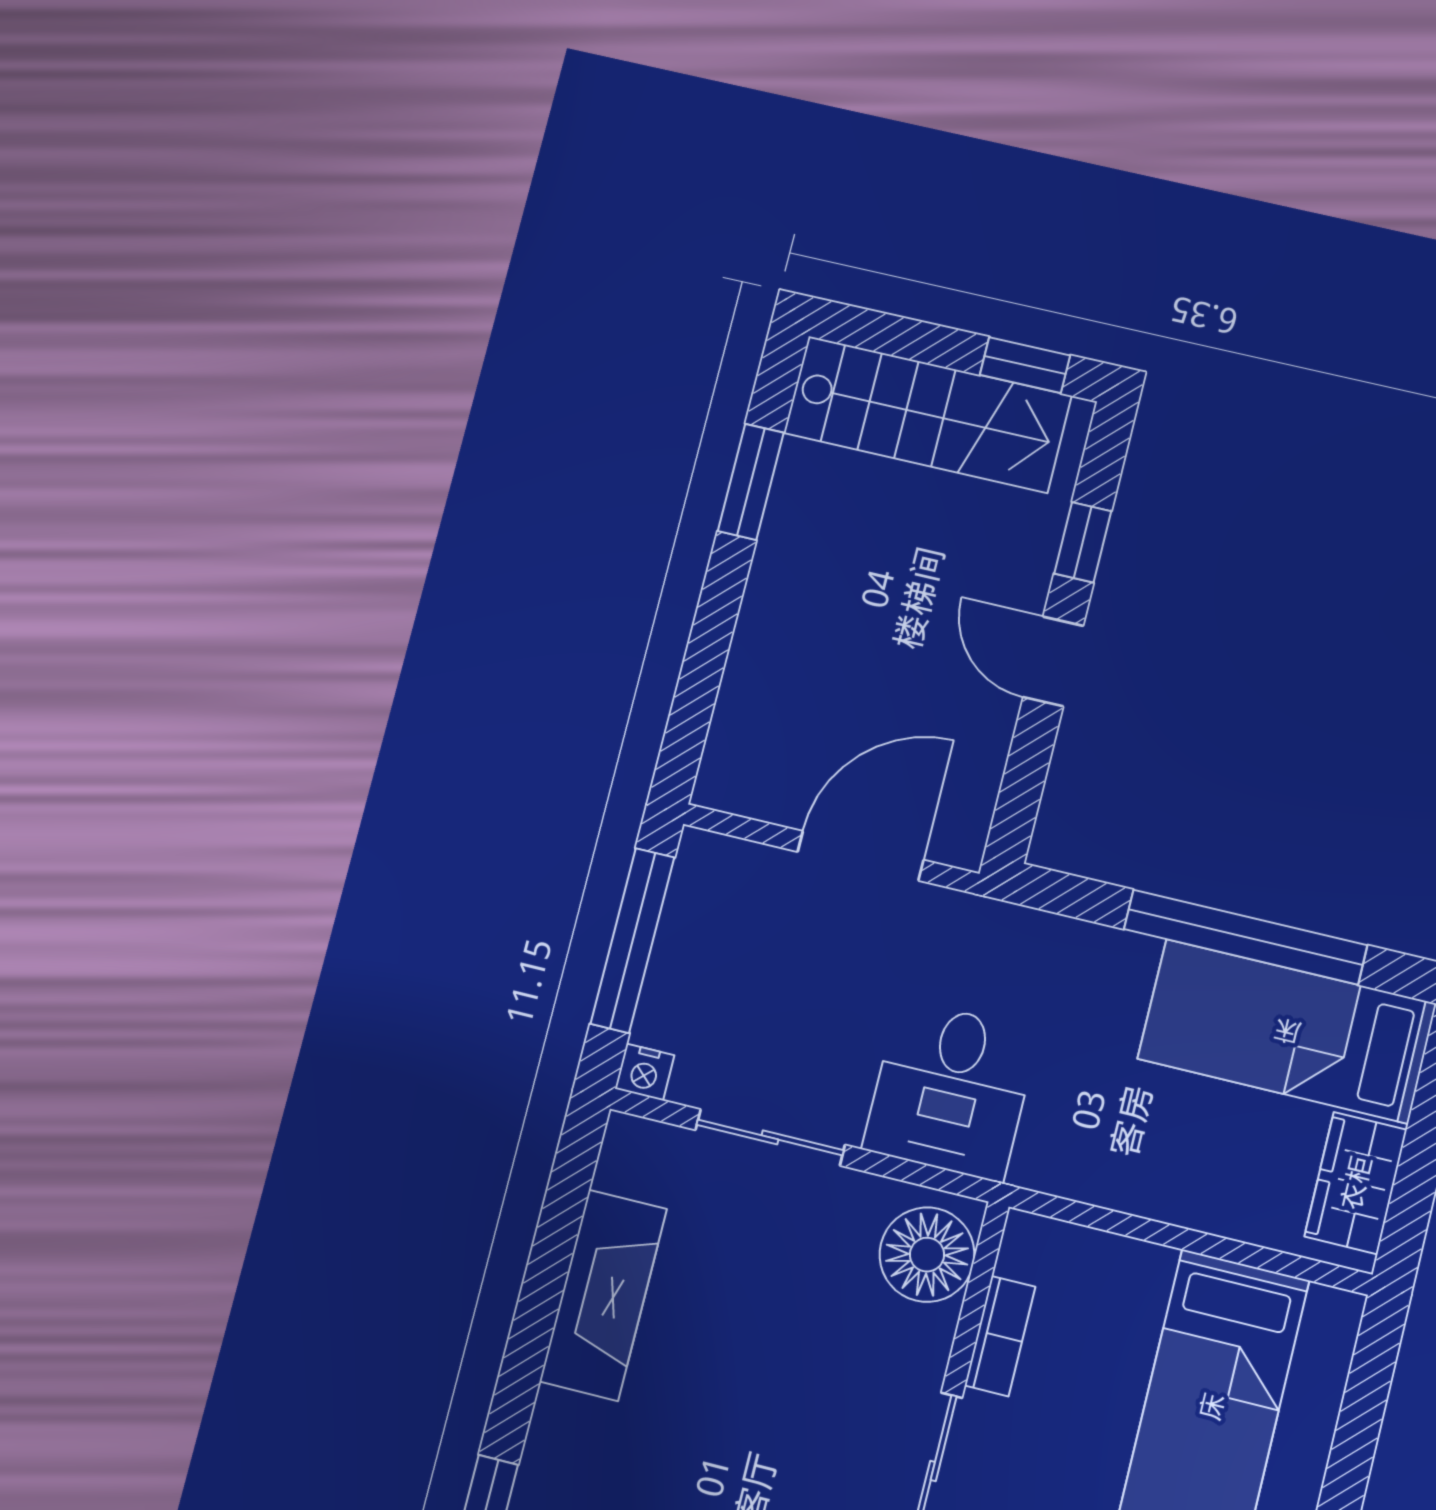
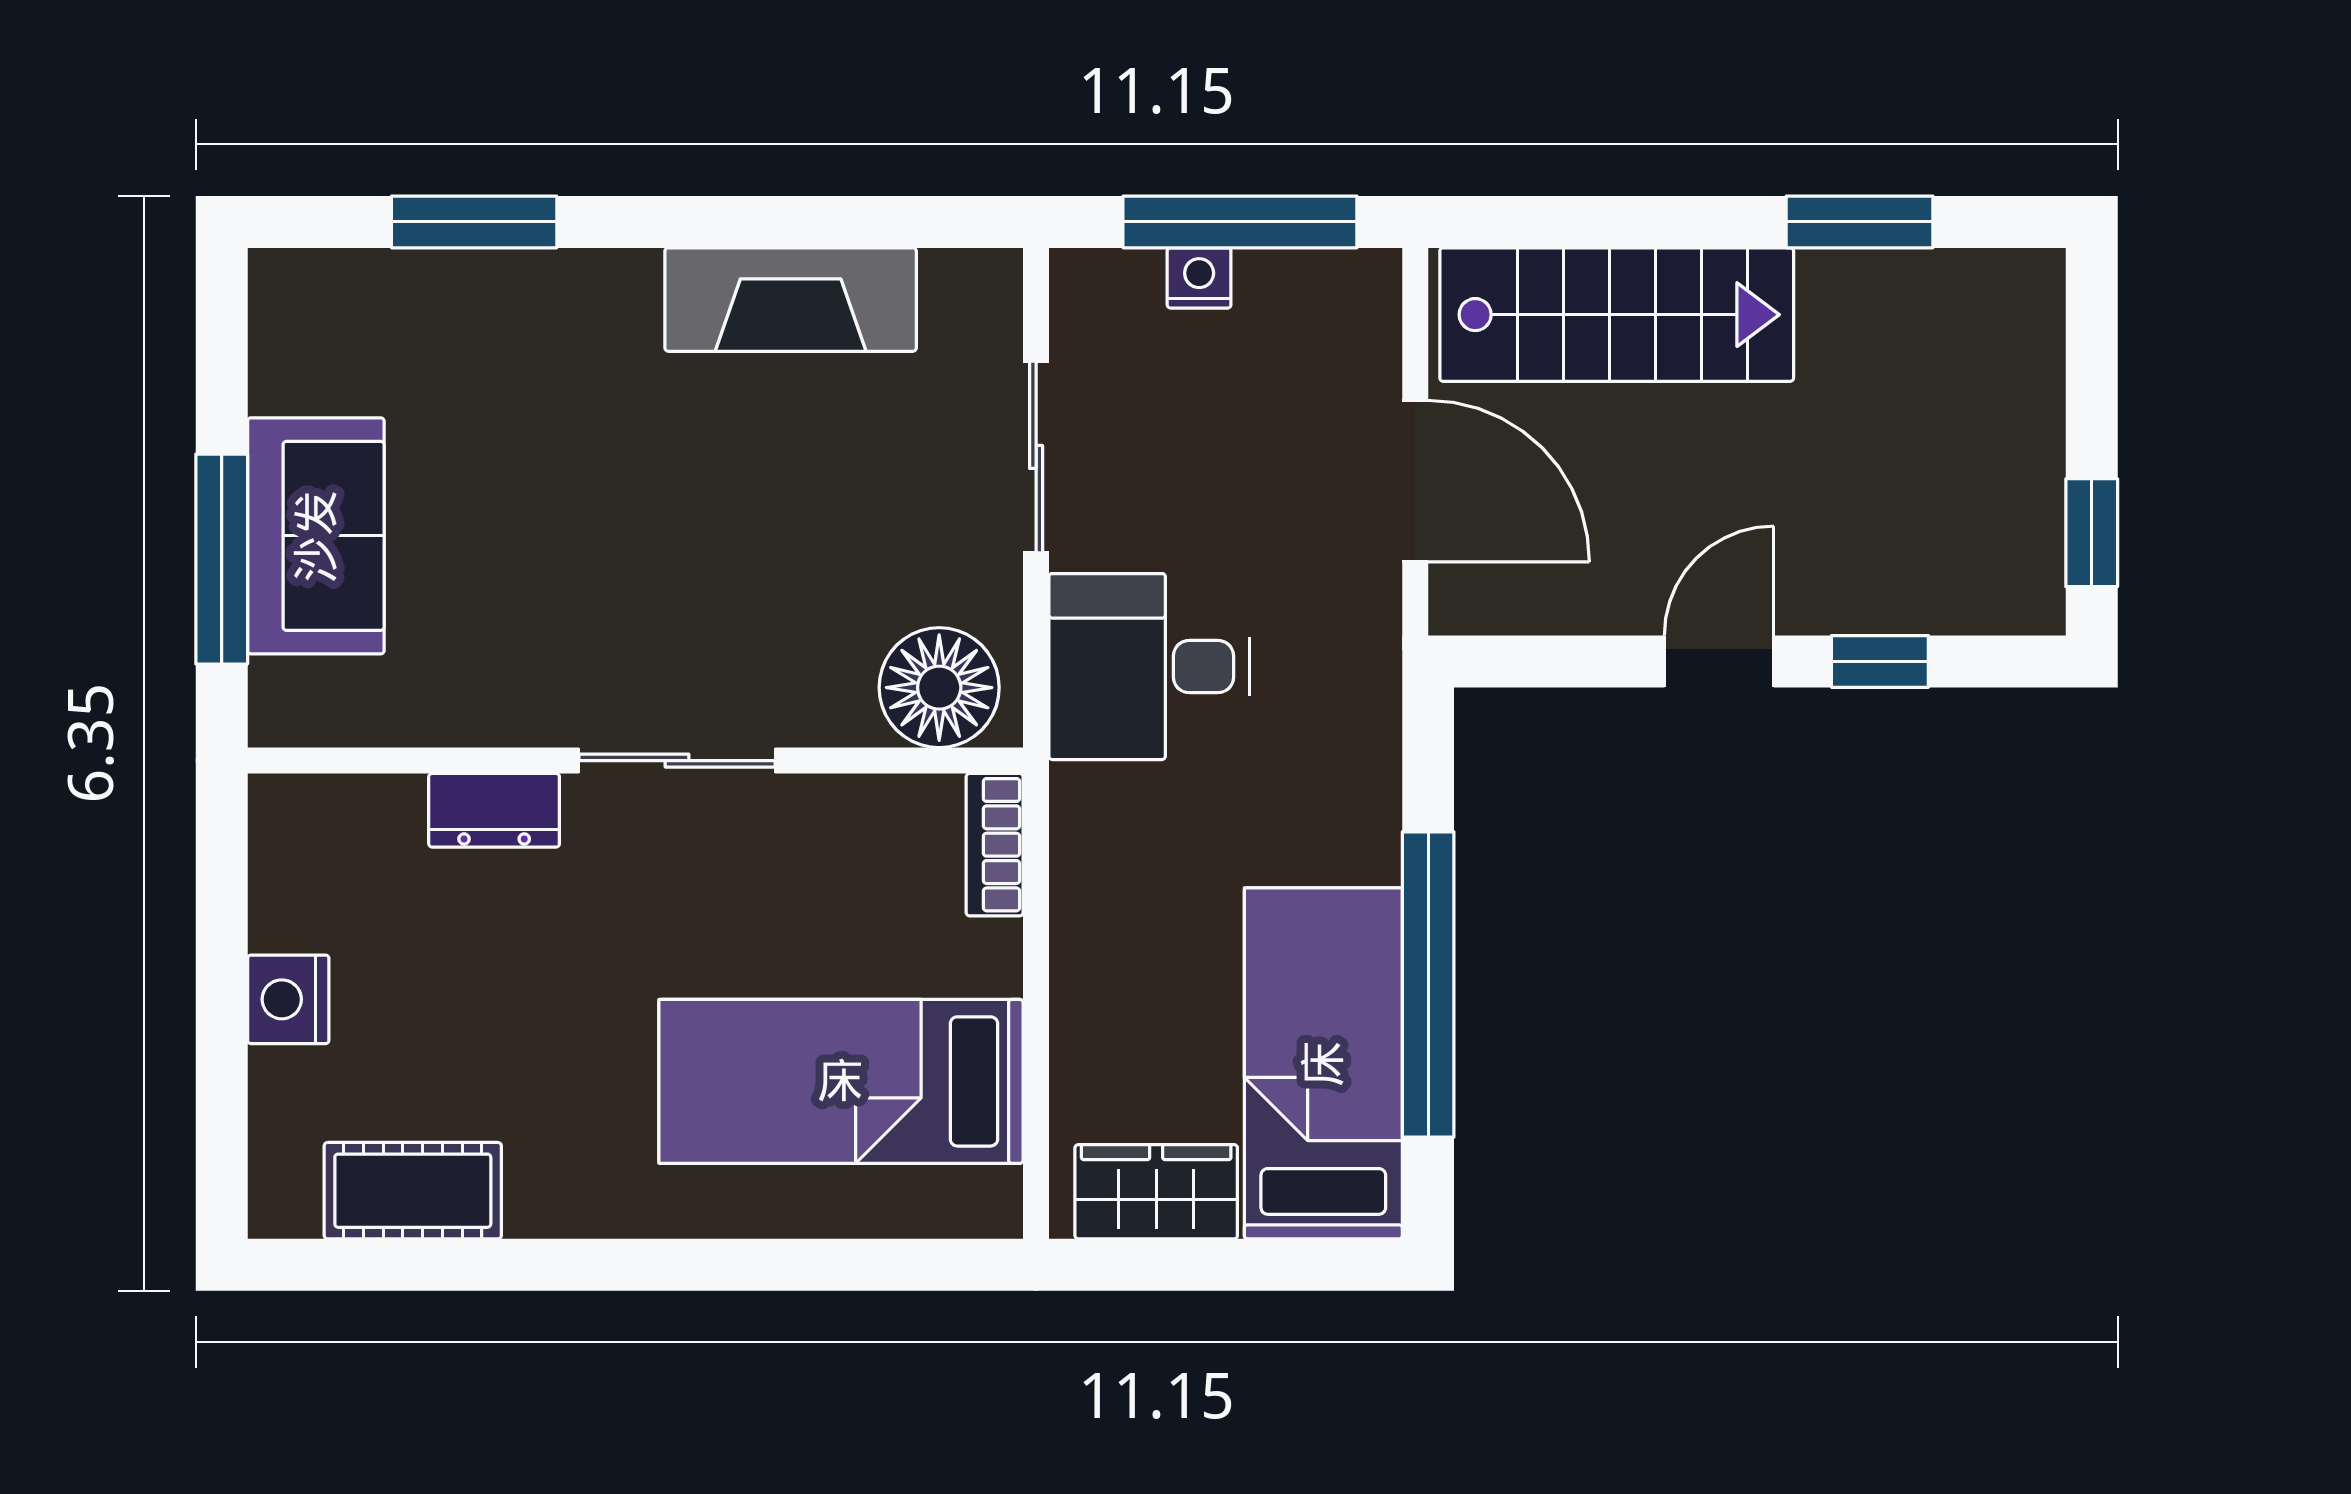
stairs: (927, 414) -> (1617, 315), moved, turned -90
nightstand: (645, 1072) -> (1199, 278), moved, turned 90
bookcase: (1000, 1336) -> (995, 845), moved, turned 90

